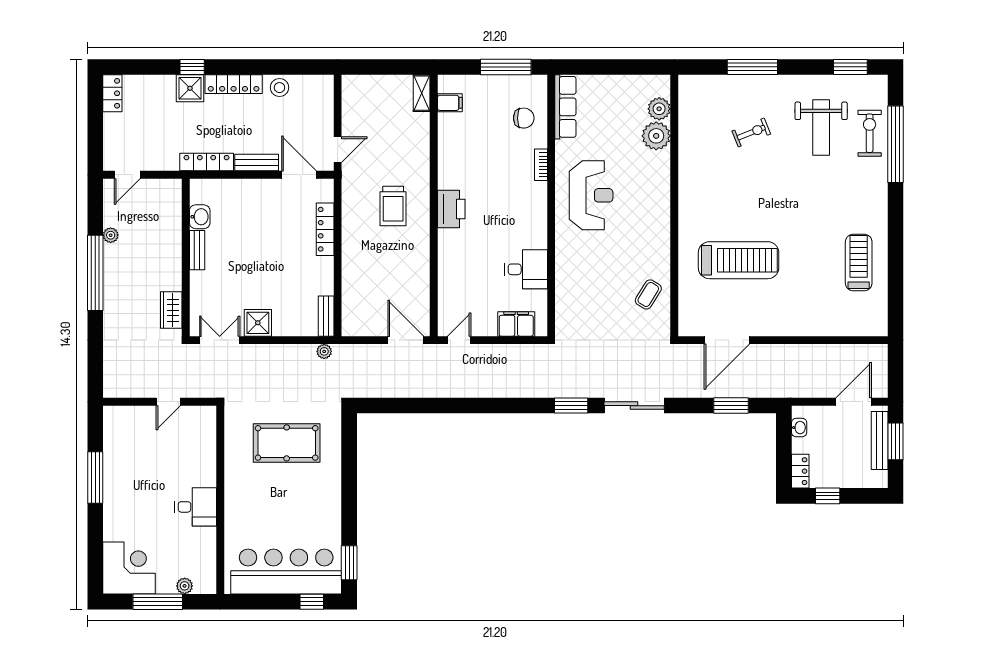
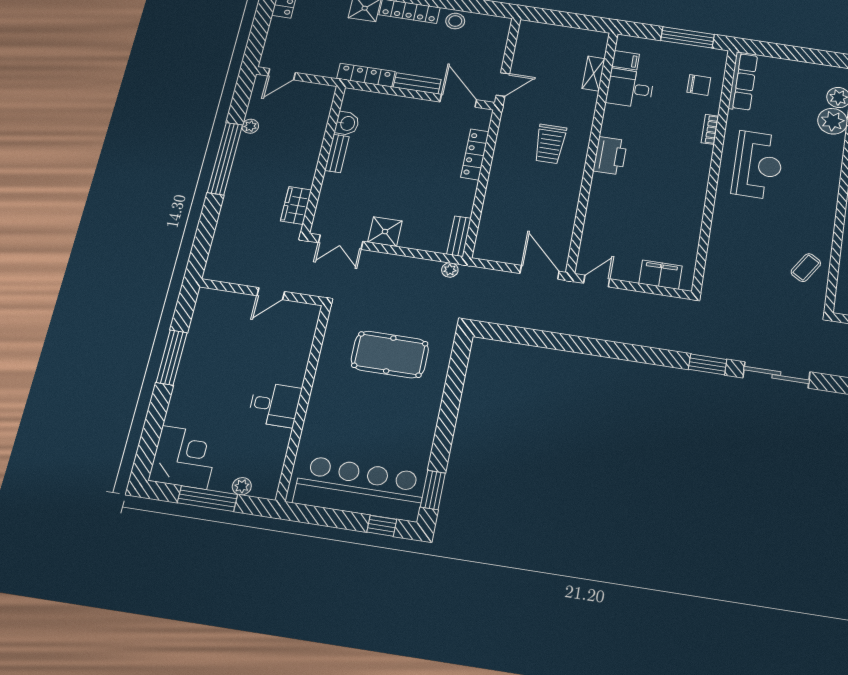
shelving: (422, 93) -> (594, 74), moved
desk: (526, 269) -> (630, 88), moved, turned 180
double door: (220, 340) -> (341, 242), swing flipped

